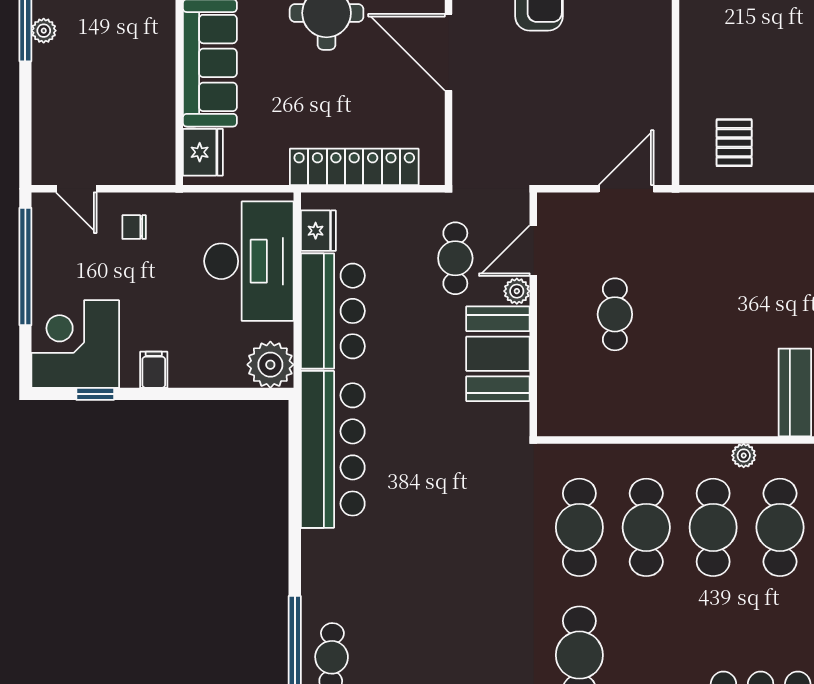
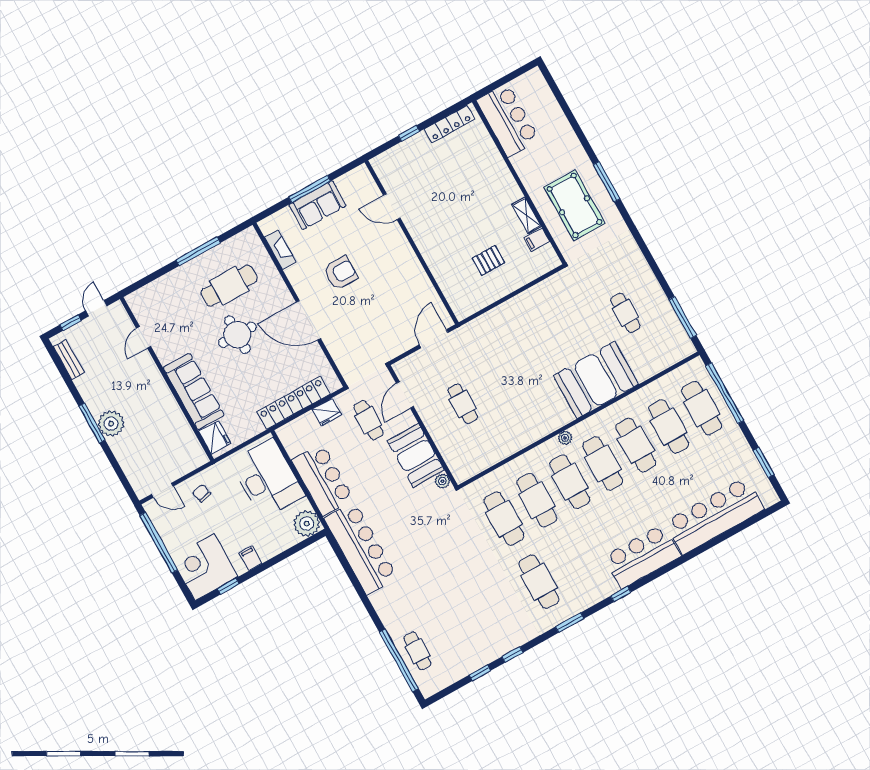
plant: (44, 31) -> (111, 424), width x1.88, depth x1.88
pallet: (734, 143) -> (488, 260), moved, turned 90
chair: (134, 227) -> (202, 493), turned 76
fridge: (318, 231) -> (327, 412), moved, turned 90
plant: (517, 291) -> (442, 481), moved

